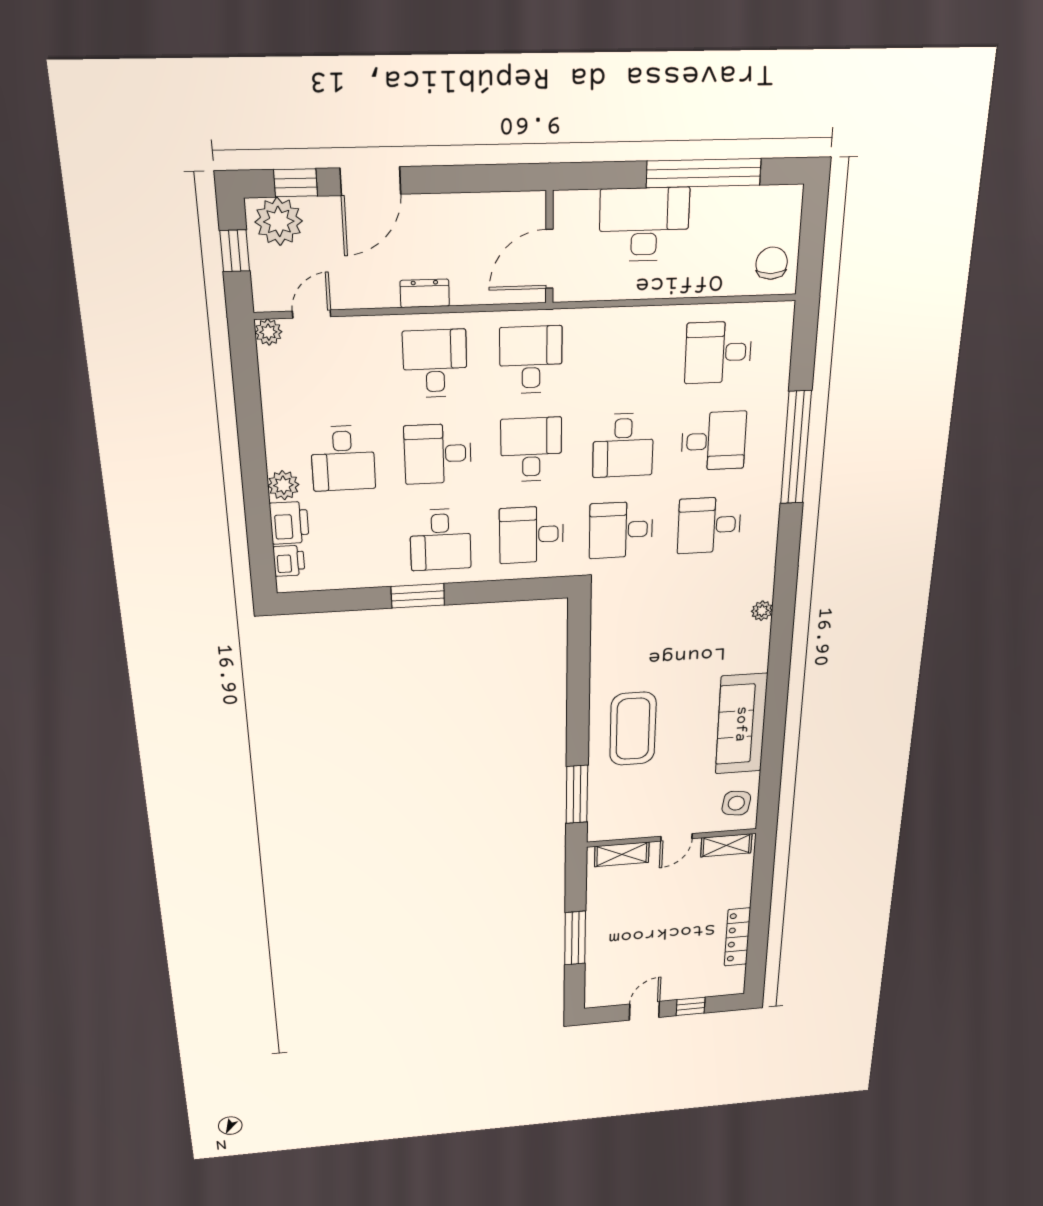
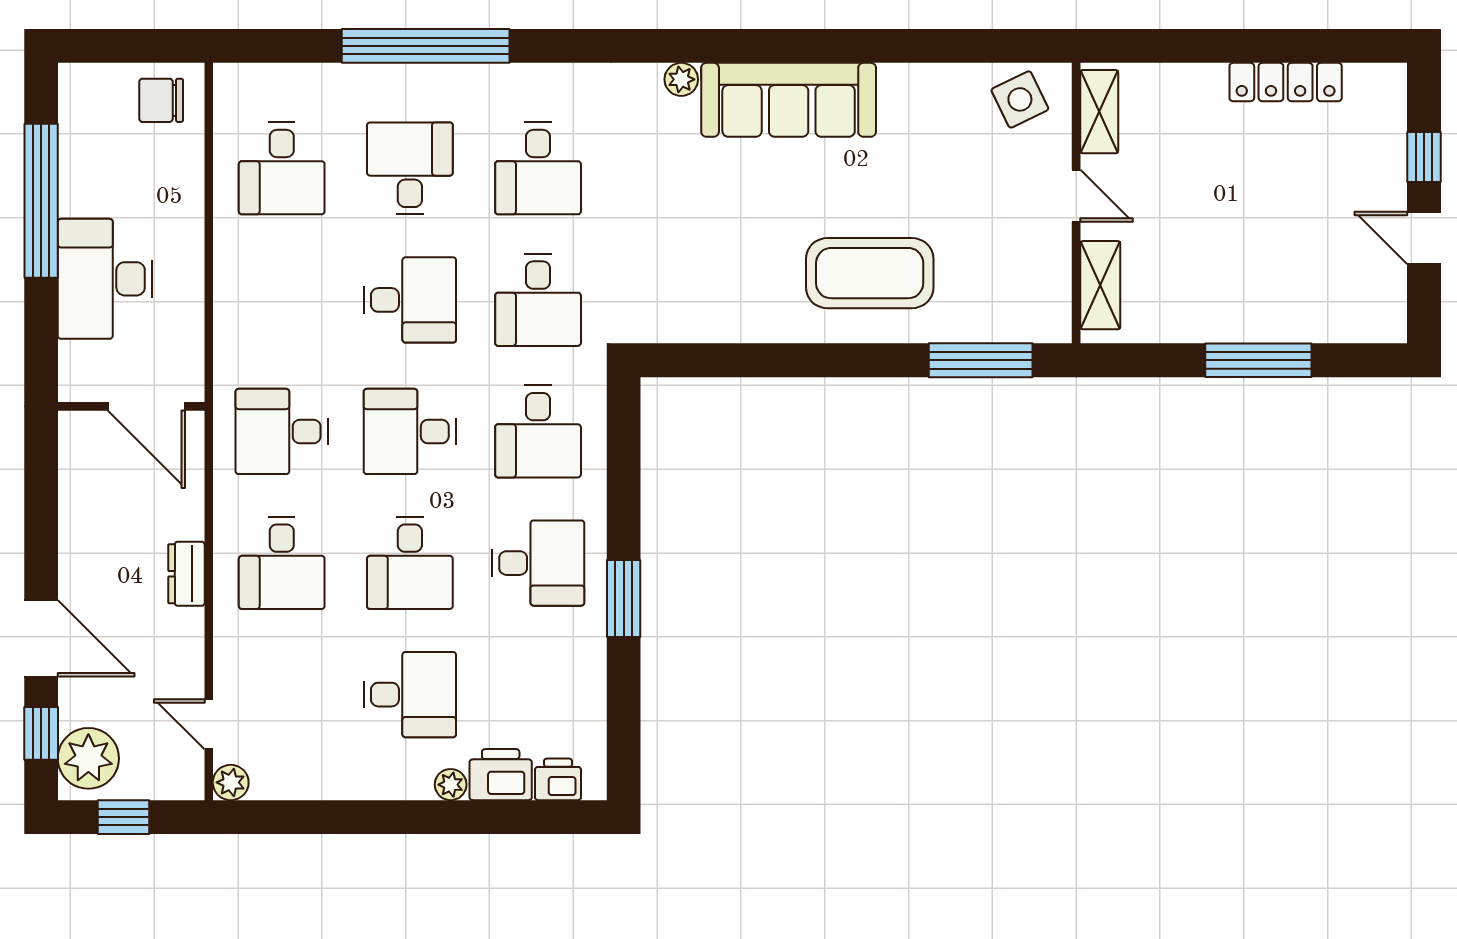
desk: (435, 364) -> (282, 563), turned -90
plant: (283, 485) -> (451, 785), width x0.73, depth x0.73
sofa: (741, 724) -> (789, 100), moved
side table: (736, 803) -> (1020, 99), turned -34

